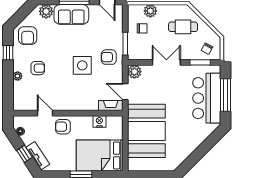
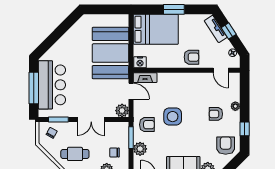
plant: (116, 32) -> (140, 149), added
door: (45, 113) -> (221, 70), moved
nightstand: (99, 121) -> (140, 62), moved

